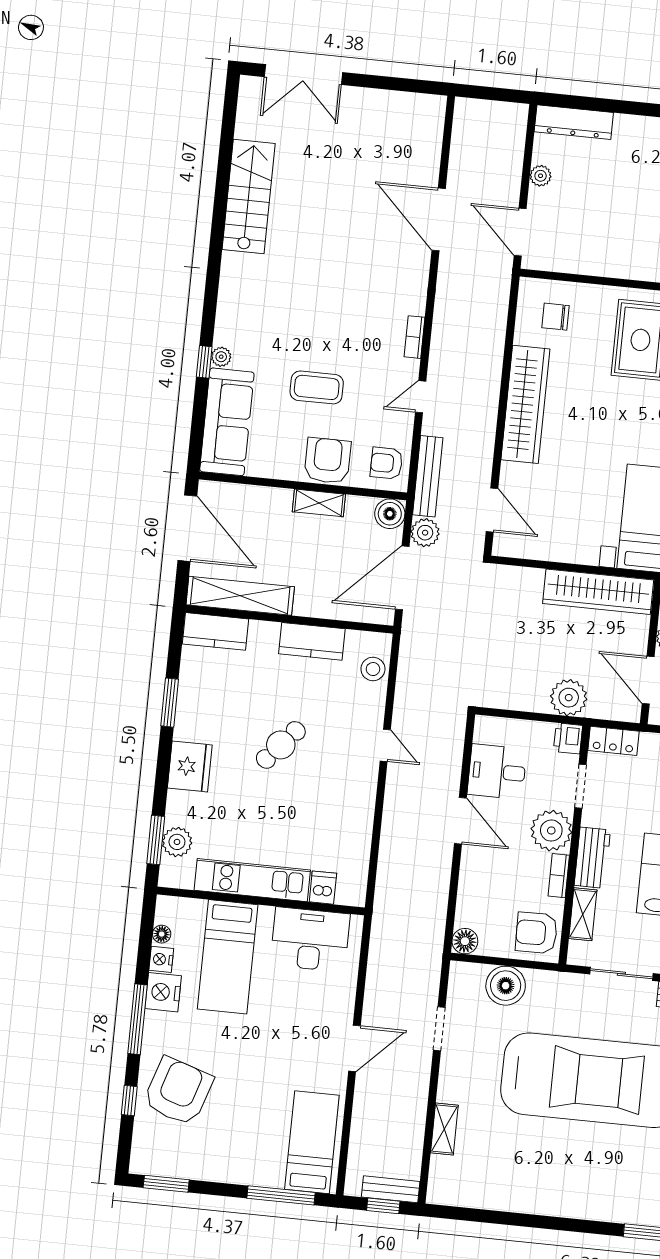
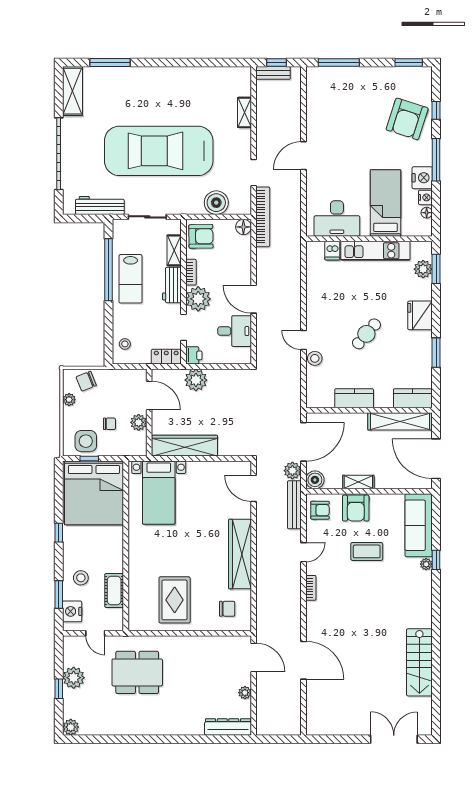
stool: (373, 669) -> (315, 358), moved
bookcase: (432, 955) -> (263, 217), added
bed: (312, 1142) -> (323, 96), removed

